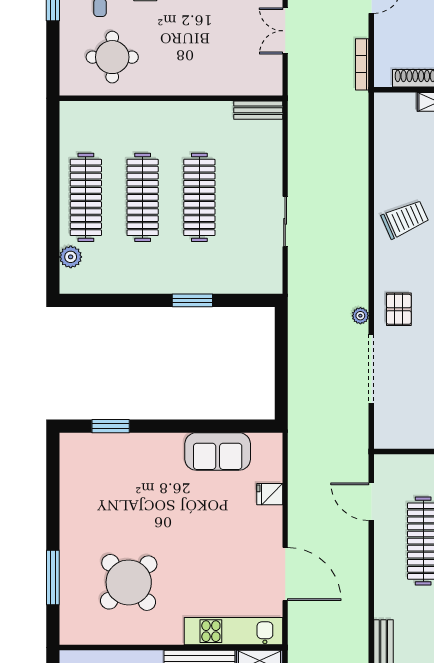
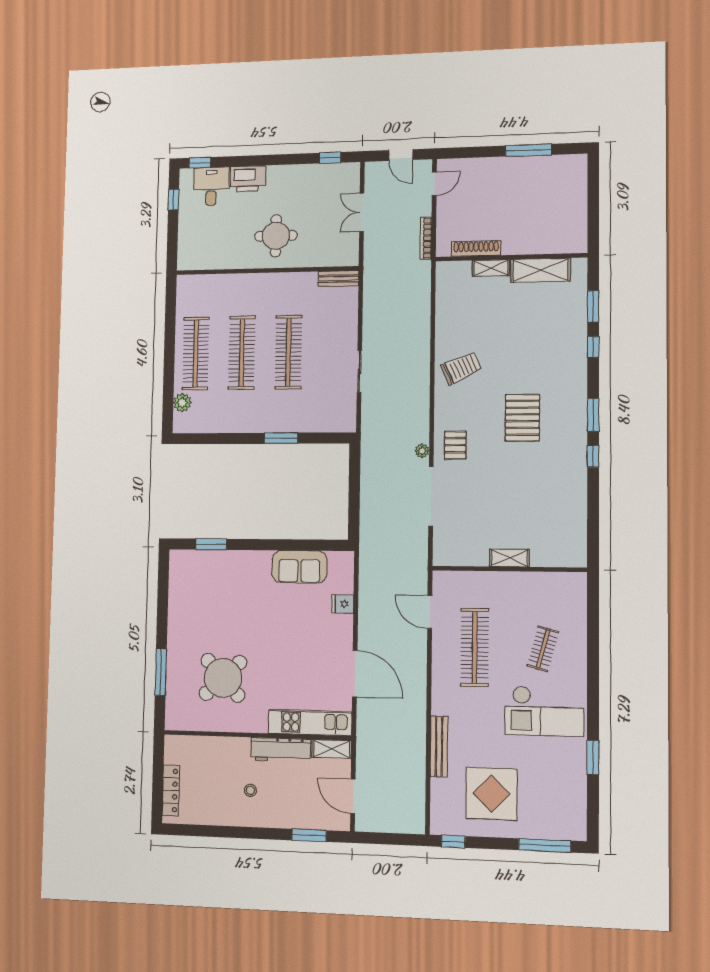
round table: (112, 57) -> (276, 236), moved

